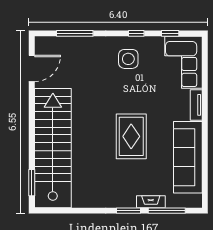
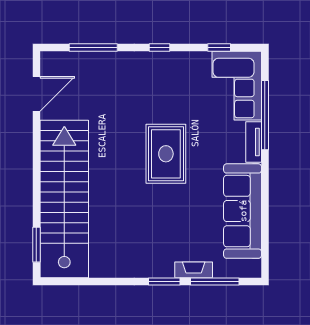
window: (136, 33) -> (160, 47), moved
side table: (128, 59) -> (164, 81), removed
window: (205, 85) -> (265, 115), added
rug: (131, 136) -> (166, 154), moved

